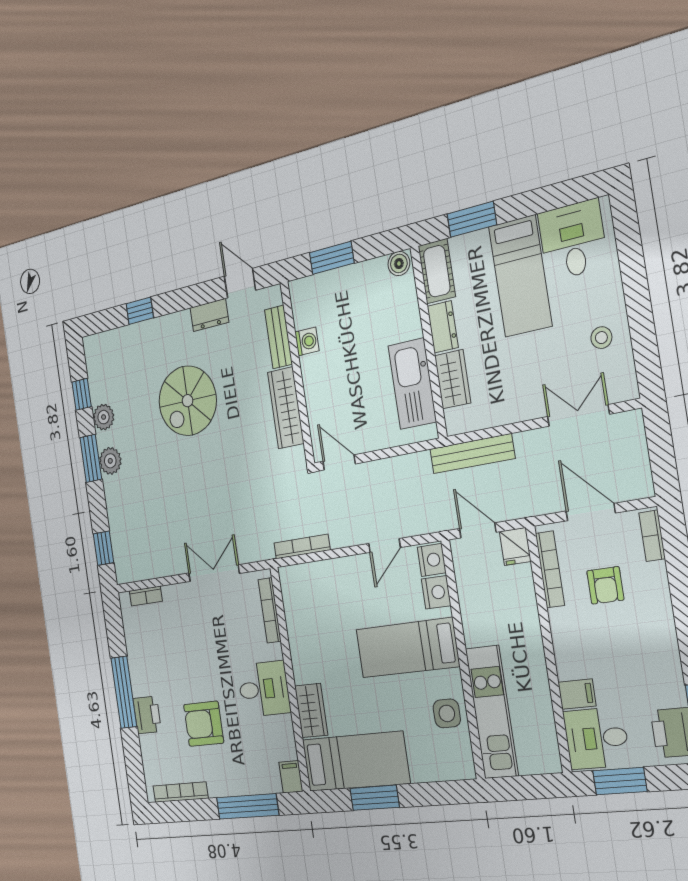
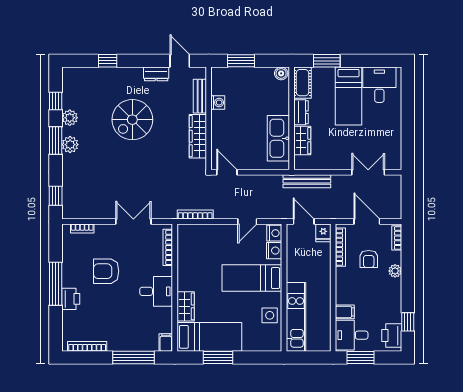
stool: (601, 338) -> (386, 136), removed
plant: (659, 602) -> (395, 271), added
armchair: (204, 724) -> (106, 271), moved

